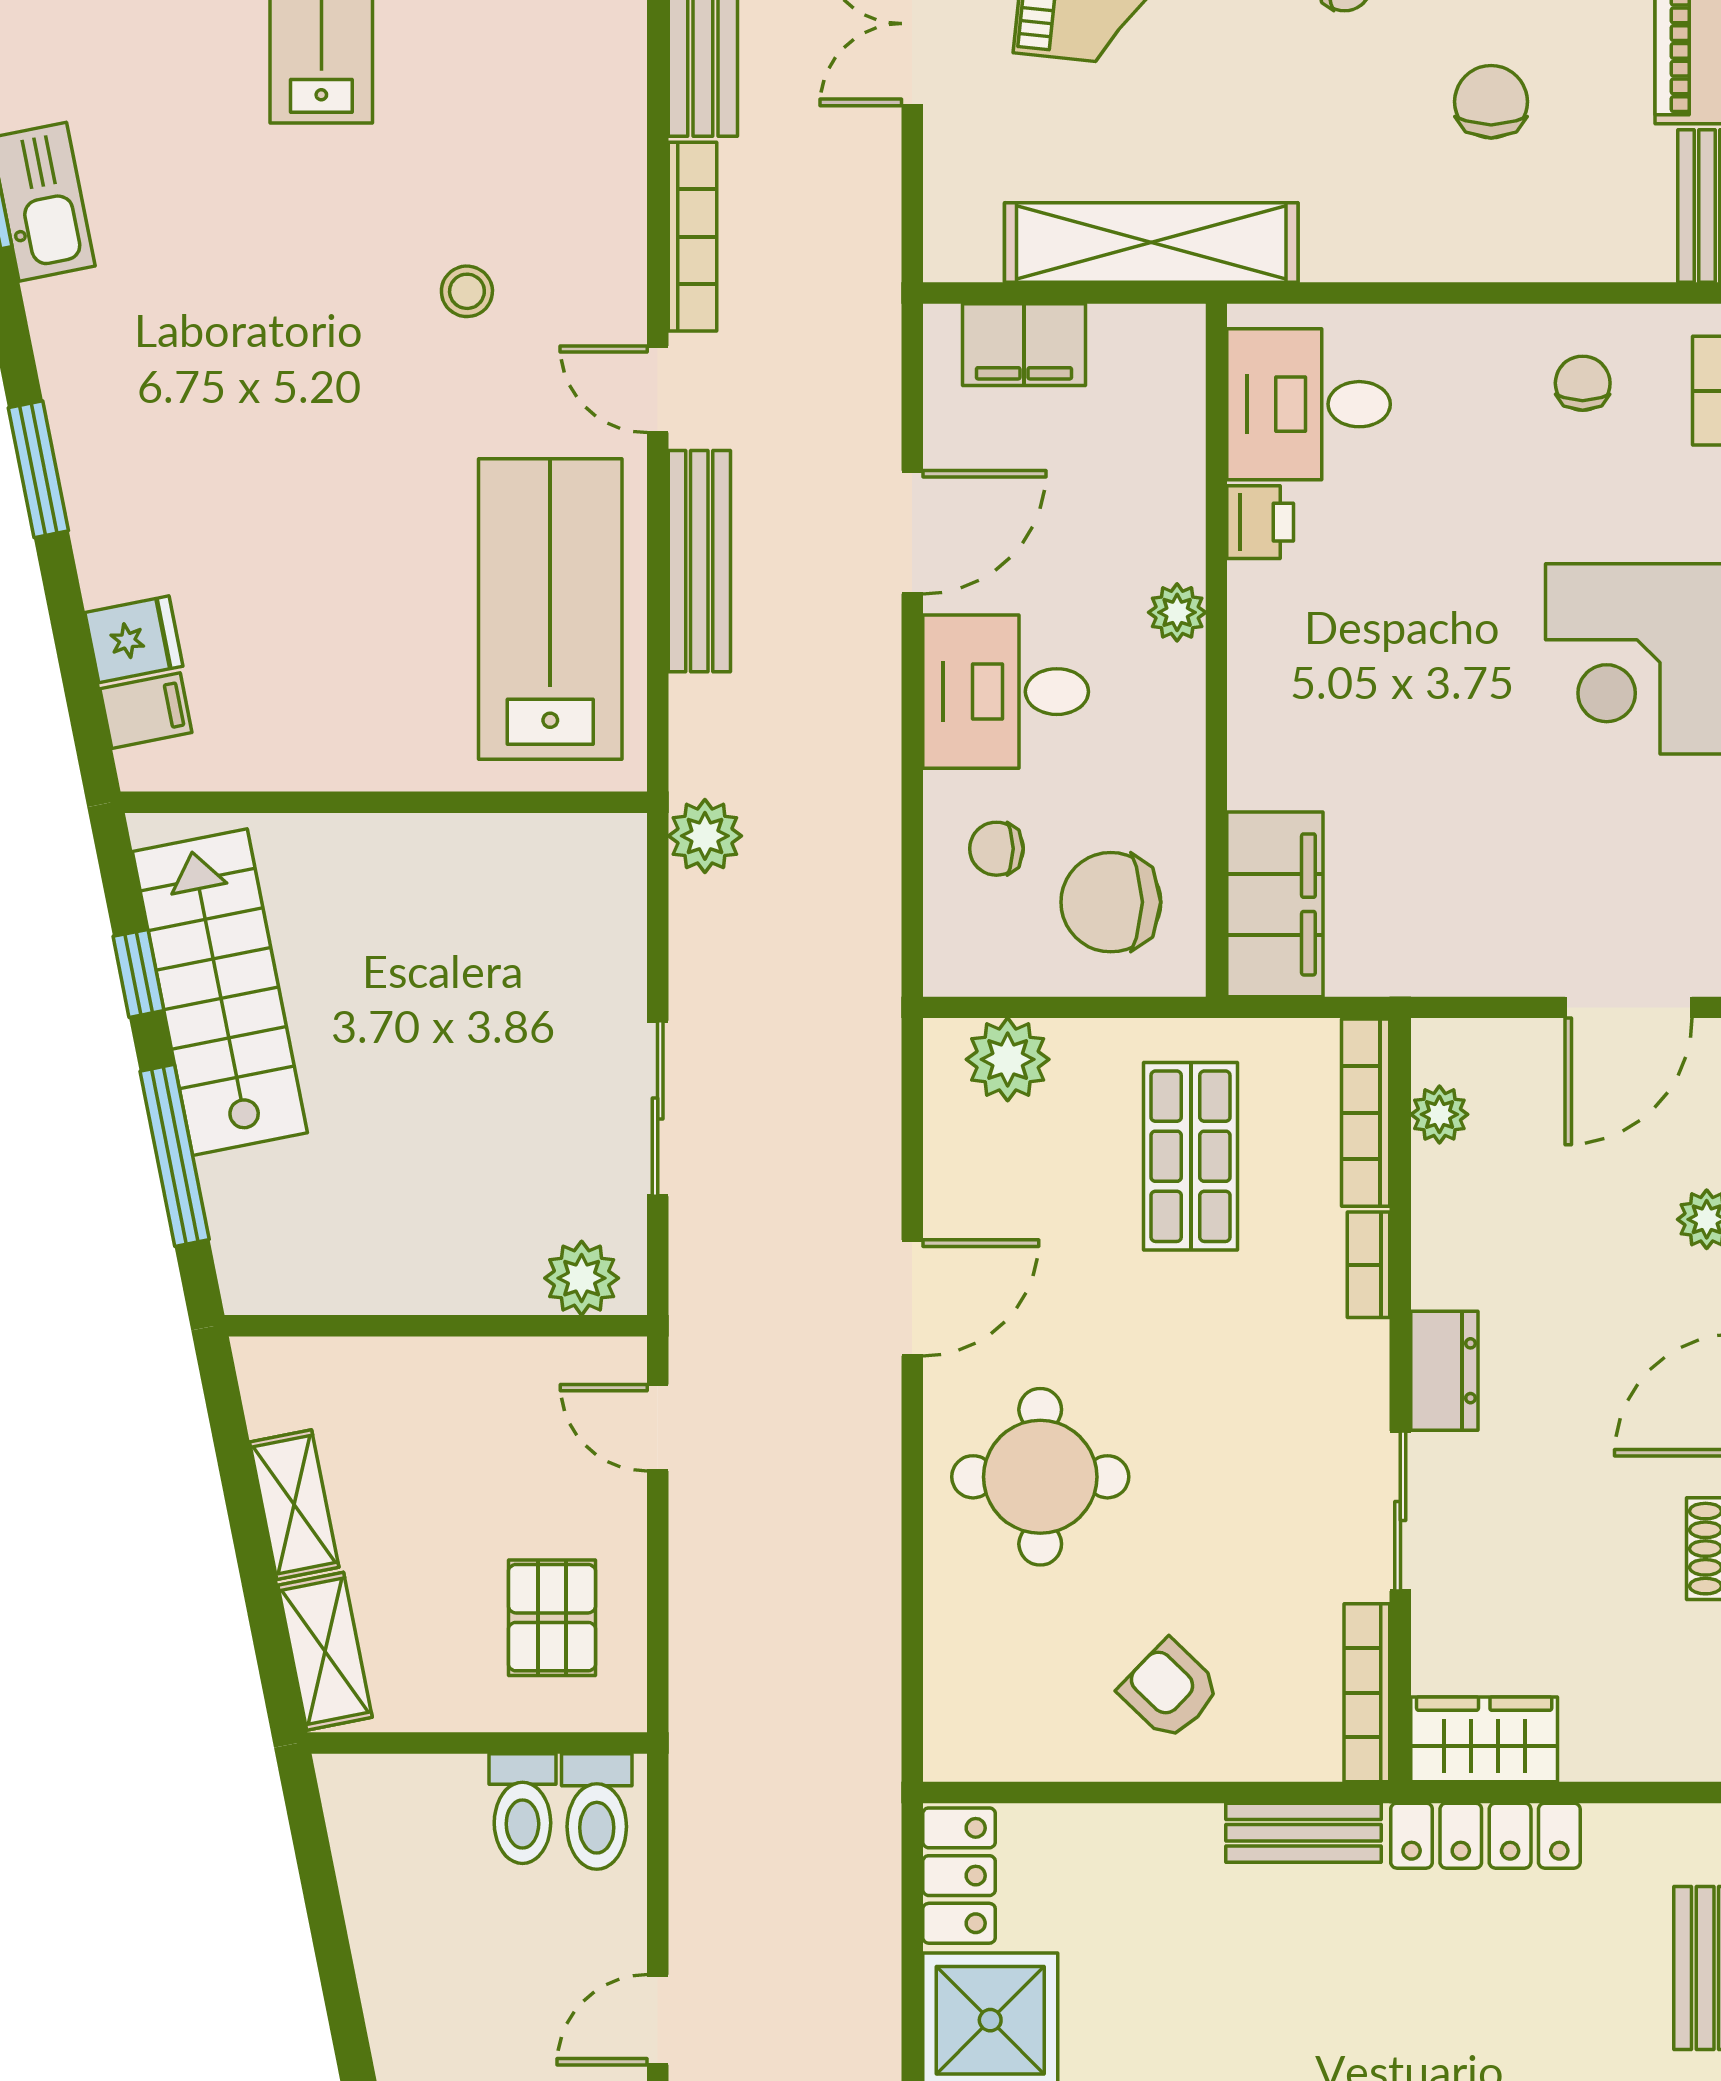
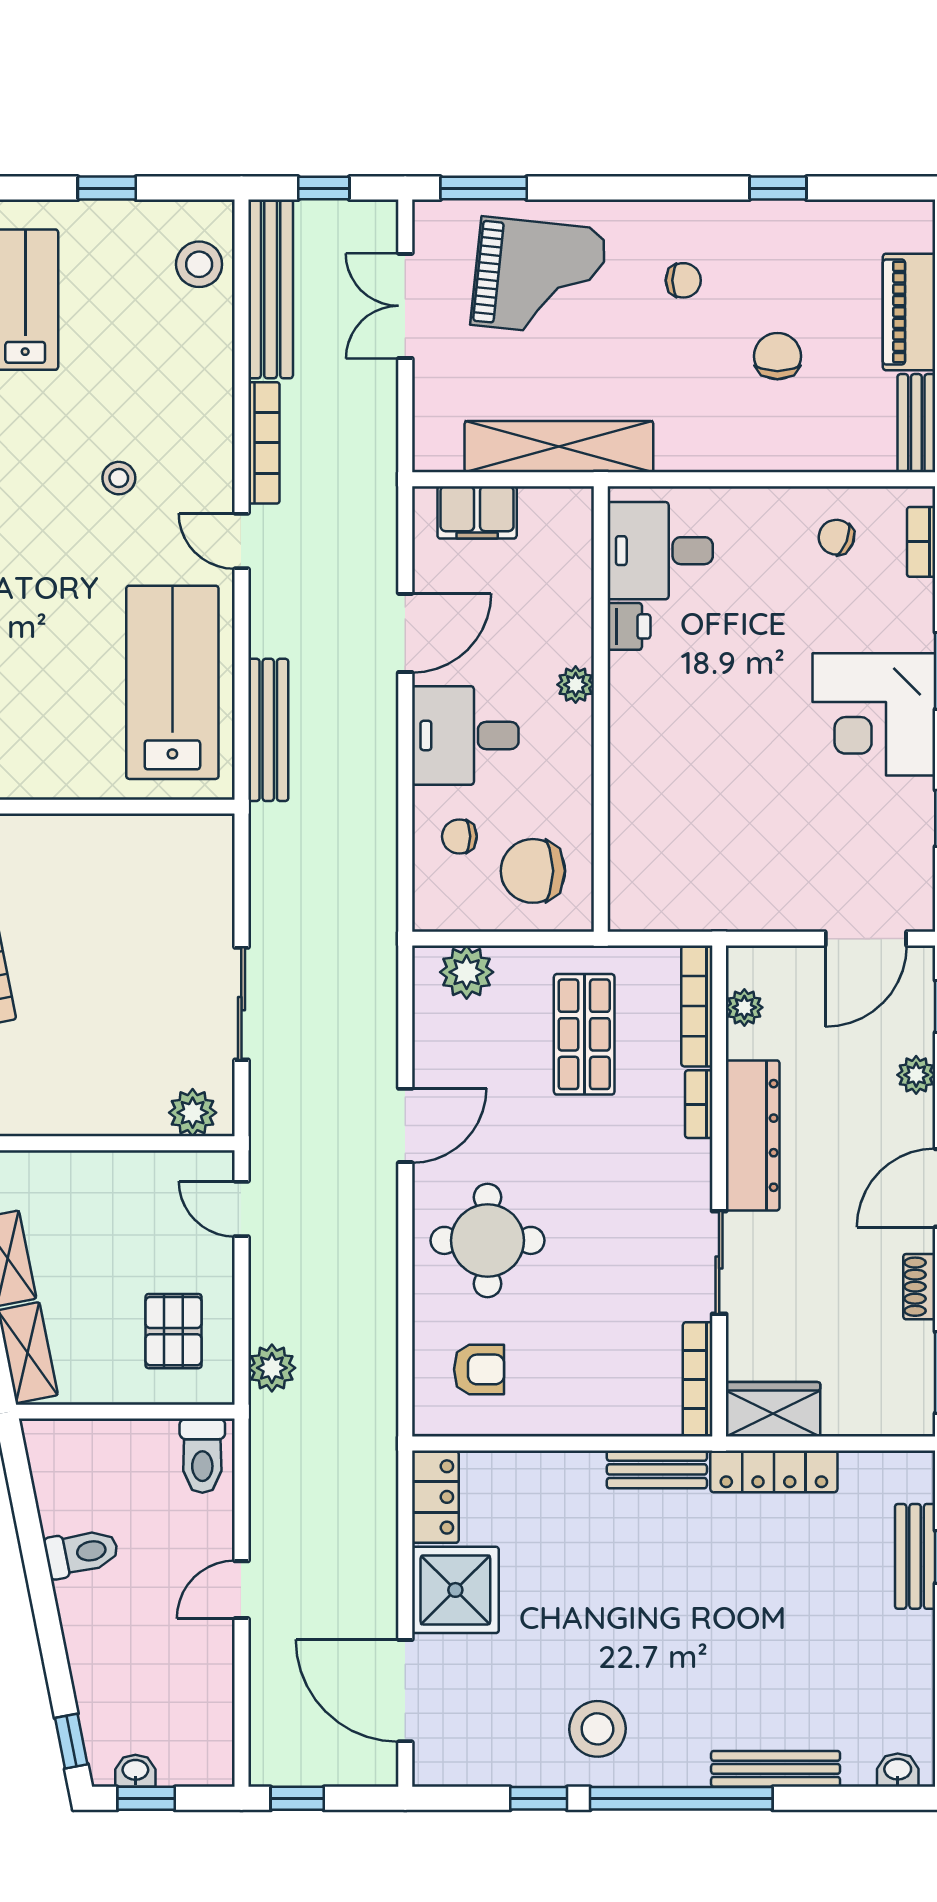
chair: (1583, 383) -> (836, 537), turned -69
bench: (699, 561) -> (268, 730), moved
plant: (705, 836) -> (272, 1368), moved
filing cabinet: (1275, 904) -> (638, 872), removed
dresser: (1444, 1371) -> (753, 1135), width x1.96, depth x1.24
armchair: (1170, 1690) -> (479, 1369), moved, turned 136
toilet: (522, 1809) -> (82, 1553), moved, turned -101

